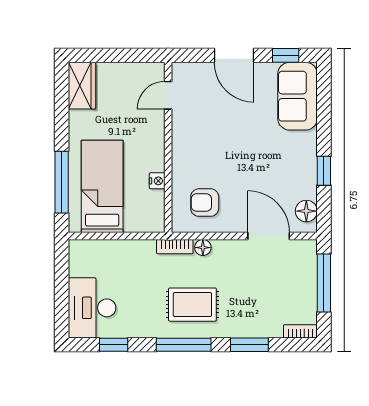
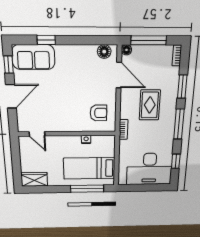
window: (324, 171) -> (46, 40), moved
armchair: (205, 203) -> (99, 113), turned -90
door: (269, 236) -> (119, 75), swing flipped
floor lamp: (203, 248) -> (126, 50), moved
rug: (192, 305) -> (150, 105), moved
desk: (92, 308) -> (149, 169), width x1.36, depth x1.30

